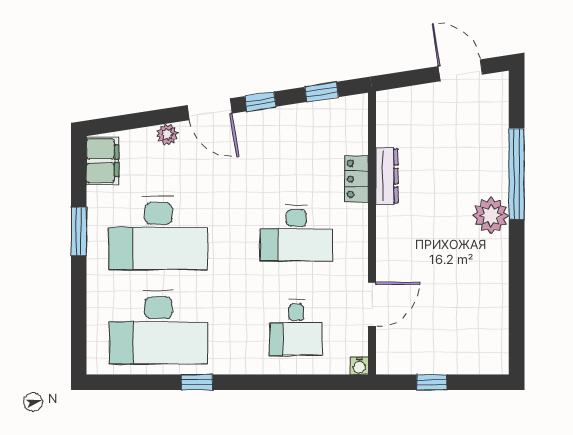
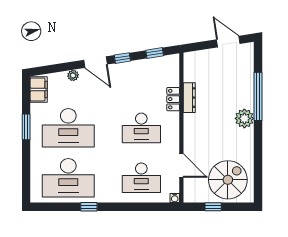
door: (372, 304) -> (181, 165), hinge flipped
desk: (296, 328) -> (141, 178), width x1.37
spiral stairs: (460, 331) -> (228, 180), added

